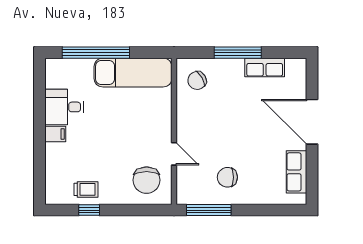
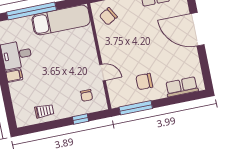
row of seats: (296, 172) -> (182, 87), moved, turned 90
chair: (147, 180) -> (87, 95), width x0.54, depth x0.54
window: (89, 210) -> (80, 119), moved

